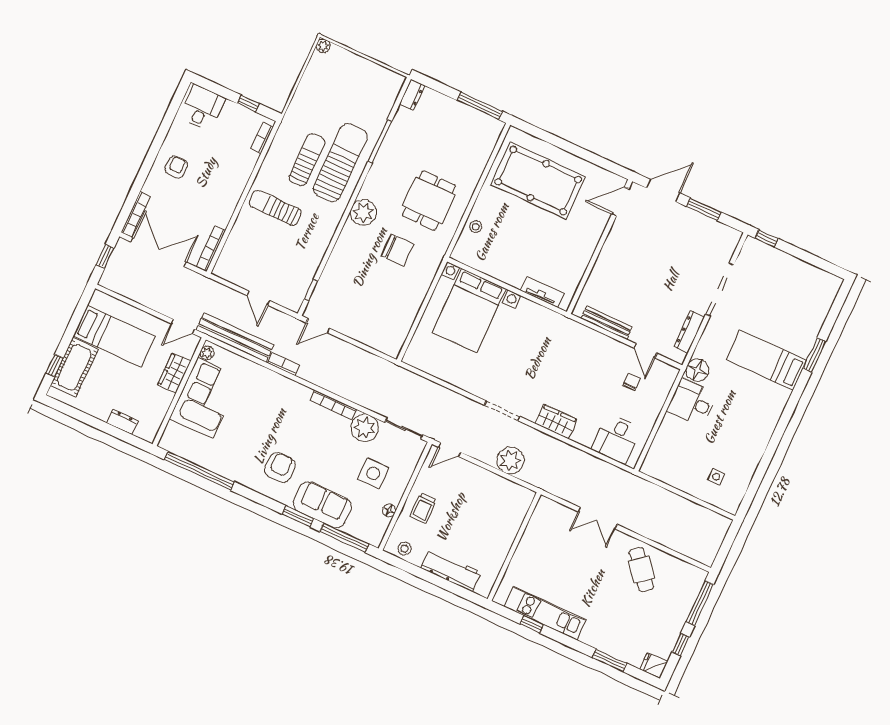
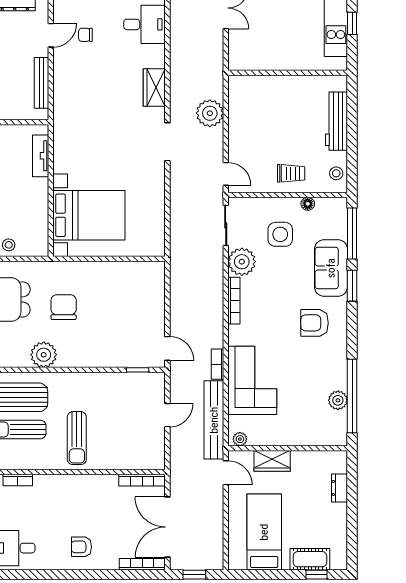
cot: (74, 367) -> (310, 559), width x0.73, depth x0.75
corner sofa: (205, 398) -> (252, 380), moved, turned 90
plant: (201, 456) -> (338, 400), added

